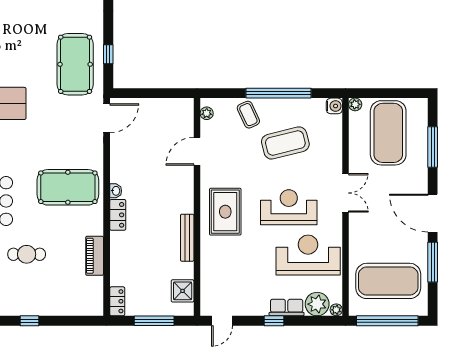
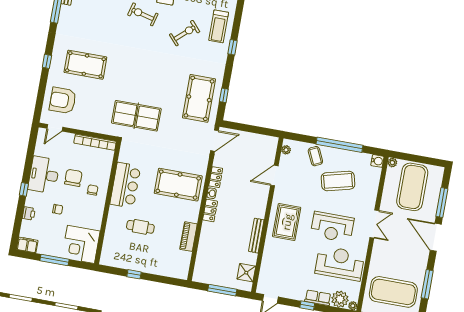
reception desk: (289, 207) -> (332, 227), turned 180
door: (433, 213) -> (436, 237), moved
locker: (117, 301) -> (216, 177), moved

